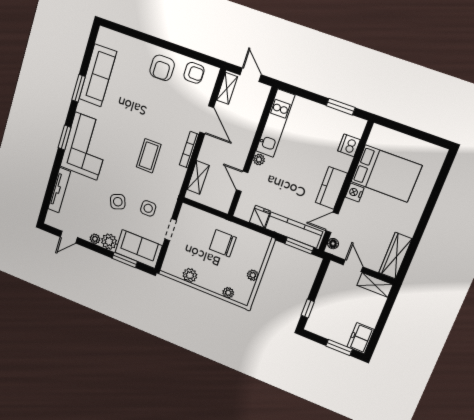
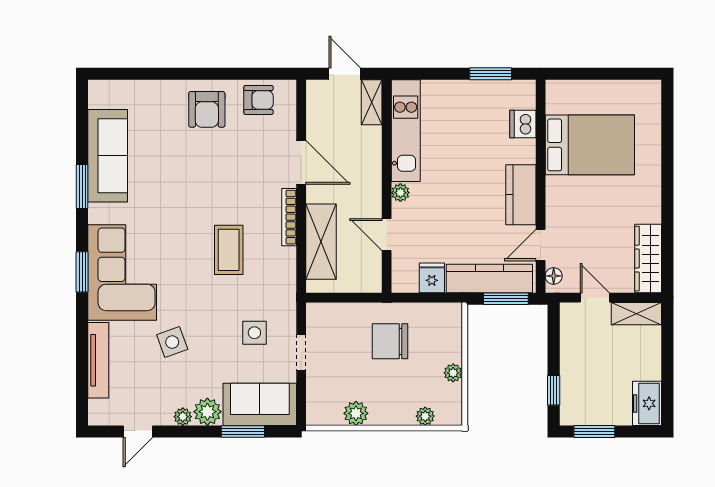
shelving: (227, 88) -> (372, 102), moved
shelving: (198, 177) -> (321, 242), width x1.50, depth x1.33
nightstand: (355, 192) -> (556, 189), removed
side table: (118, 202) -> (172, 342), moved
window: (339, 347) -> (594, 431), moved

